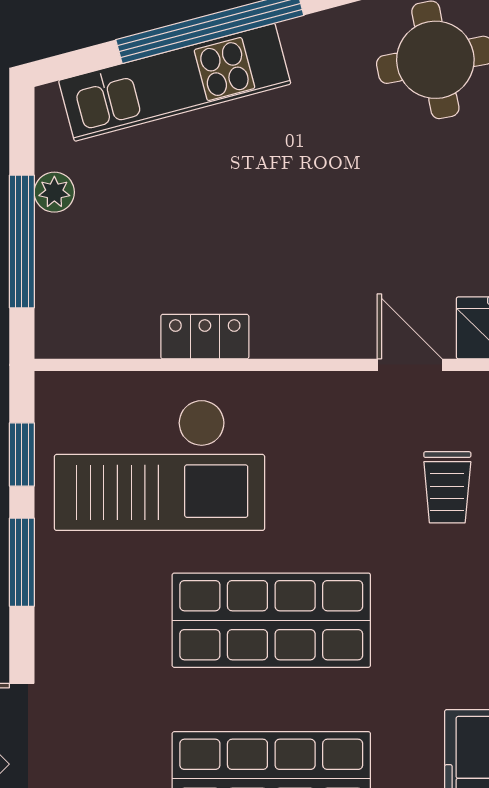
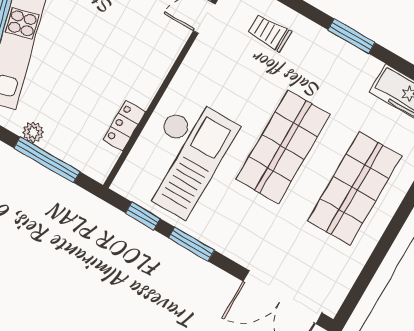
locker: (205, 337) -> (124, 126), moved
trolley: (447, 487) -> (269, 33), turned 180

